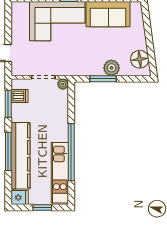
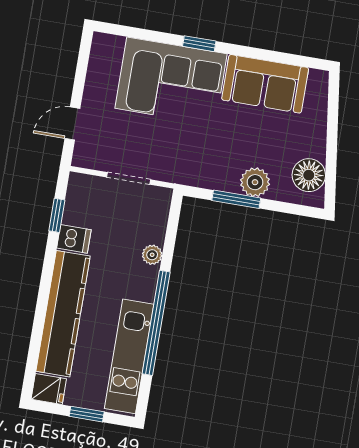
plant: (63, 84) -> (152, 255), moved
dishwasher: (20, 96) -> (74, 239), moved
window: (8, 104) -> (57, 215), width x0.67
window: (8, 151) -> (42, 302), removed

